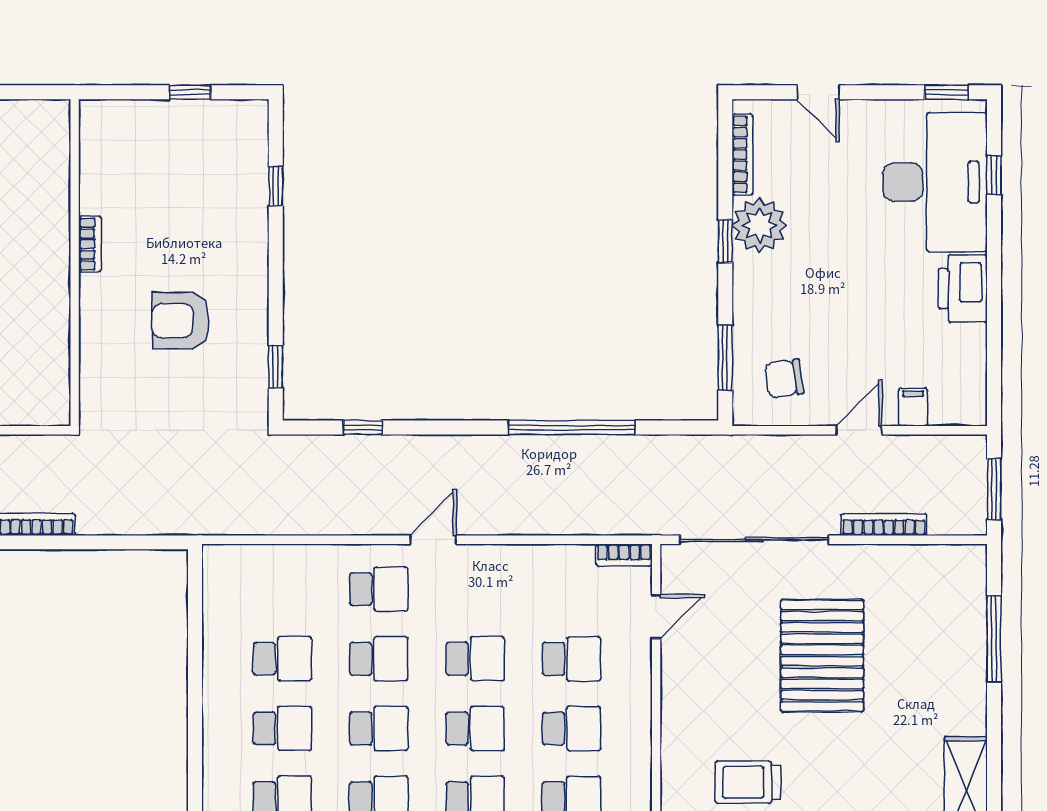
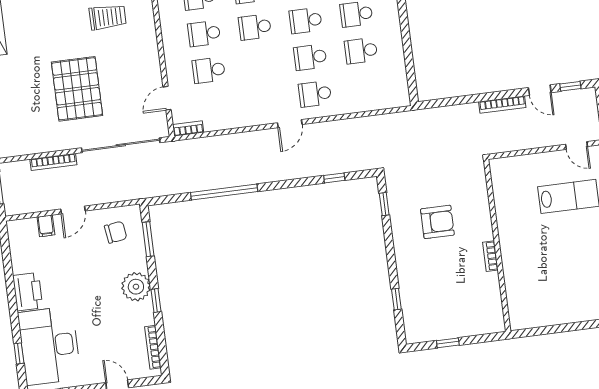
plant: (759, 225) -> (136, 287), moved
school desk: (475, 659) -> (260, 64), removed

